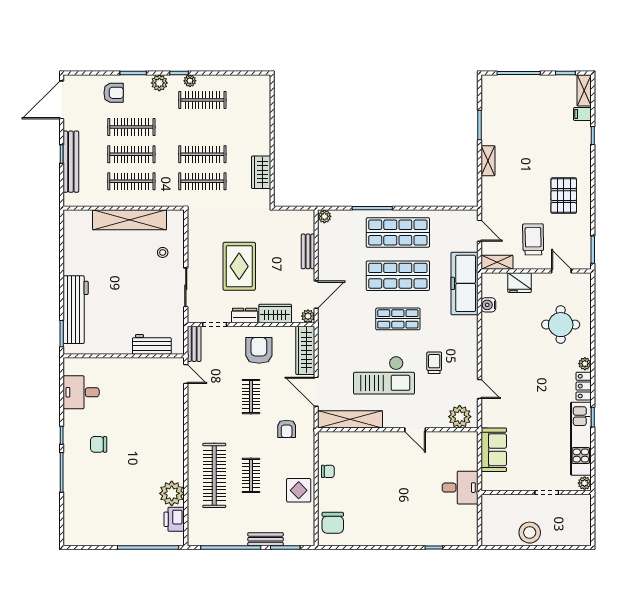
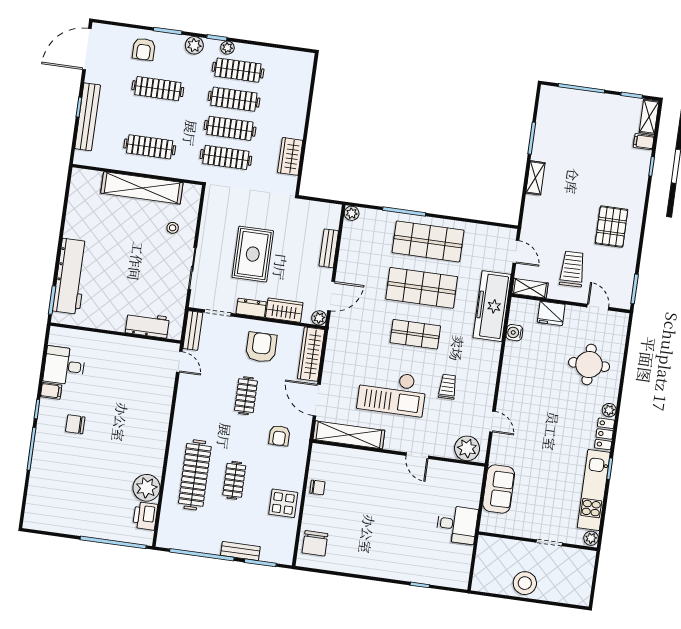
armchair: (114, 93) -> (144, 49), turned 90
clothes rail: (131, 154) -> (234, 99), moved
filing cabinet: (72, 417) -> (51, 391), added

